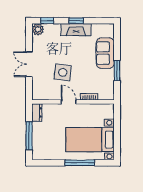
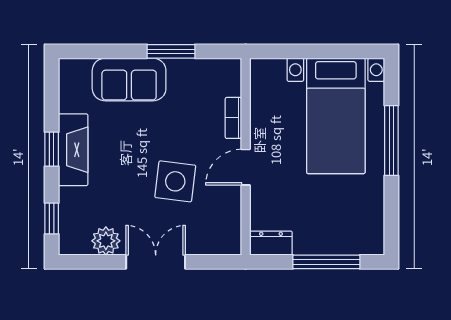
plant: (38, 29) -> (106, 241), moved
double door: (29, 64) -> (156, 262), swing flipped

